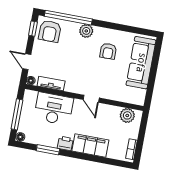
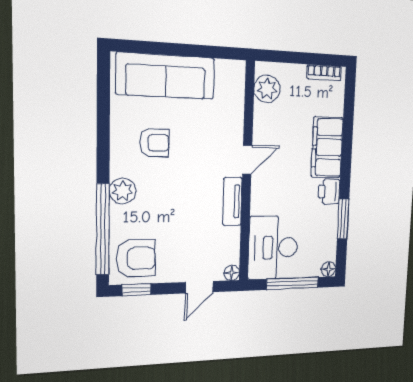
tv unit: (51, 84) -> (232, 201), moved
desk: (54, 109) -> (273, 248), moved

